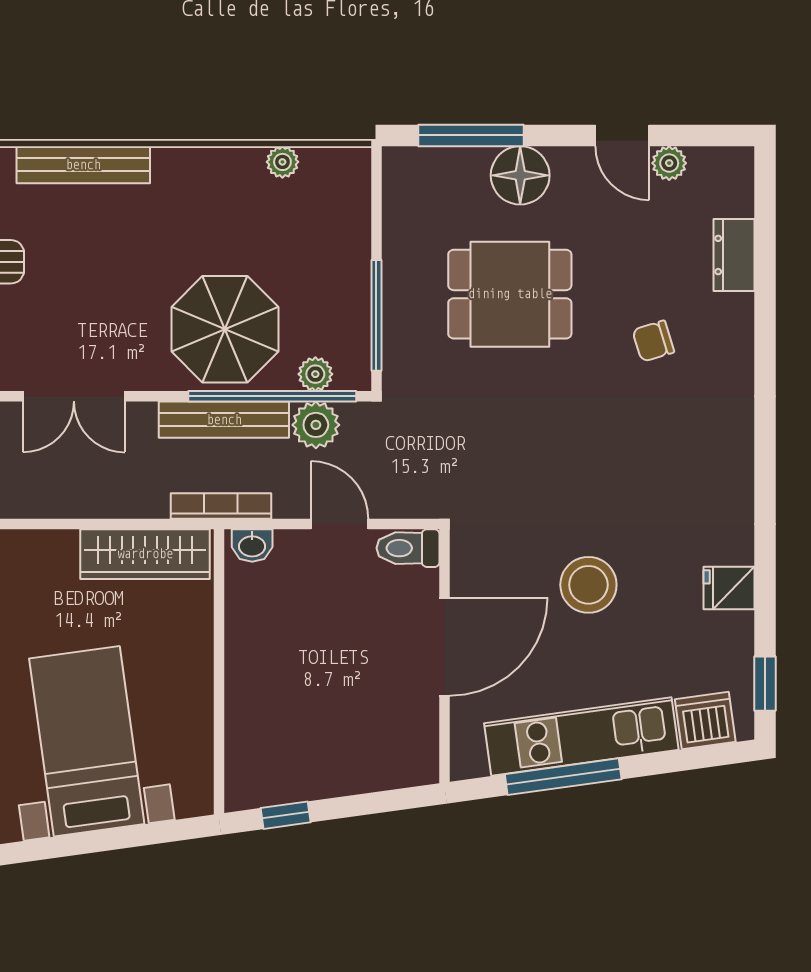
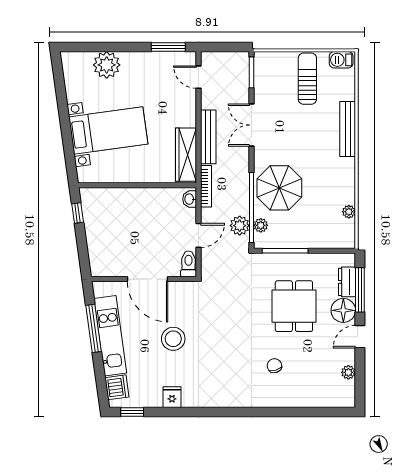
door: (622, 135) -> (360, 337), moved
dresser: (734, 255) -> (347, 282), moved, turned -90
bench: (224, 420) -> (208, 137), moved

